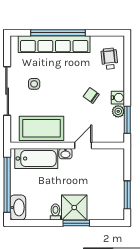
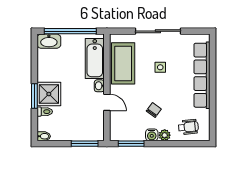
window: (58, 33) -> (213, 79), removed
side table: (34, 84) -> (160, 67), moved
plant: (118, 111) -> (165, 135), moved
window: (127, 195) -> (85, 144), moved
toilet: (55, 212) -> (45, 112), moved
bidet: (119, 213) -> (44, 136), added

